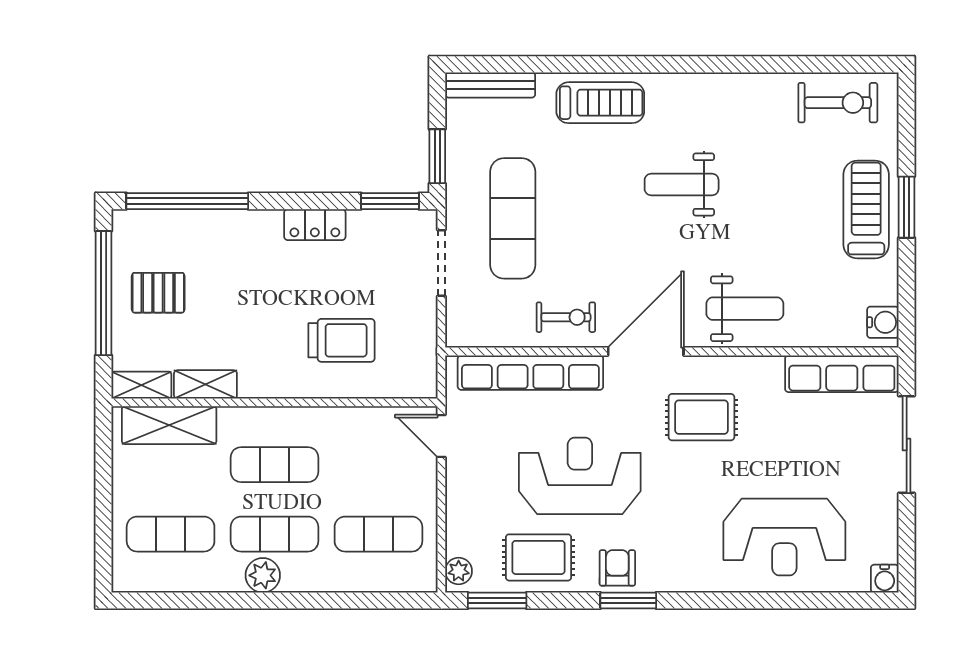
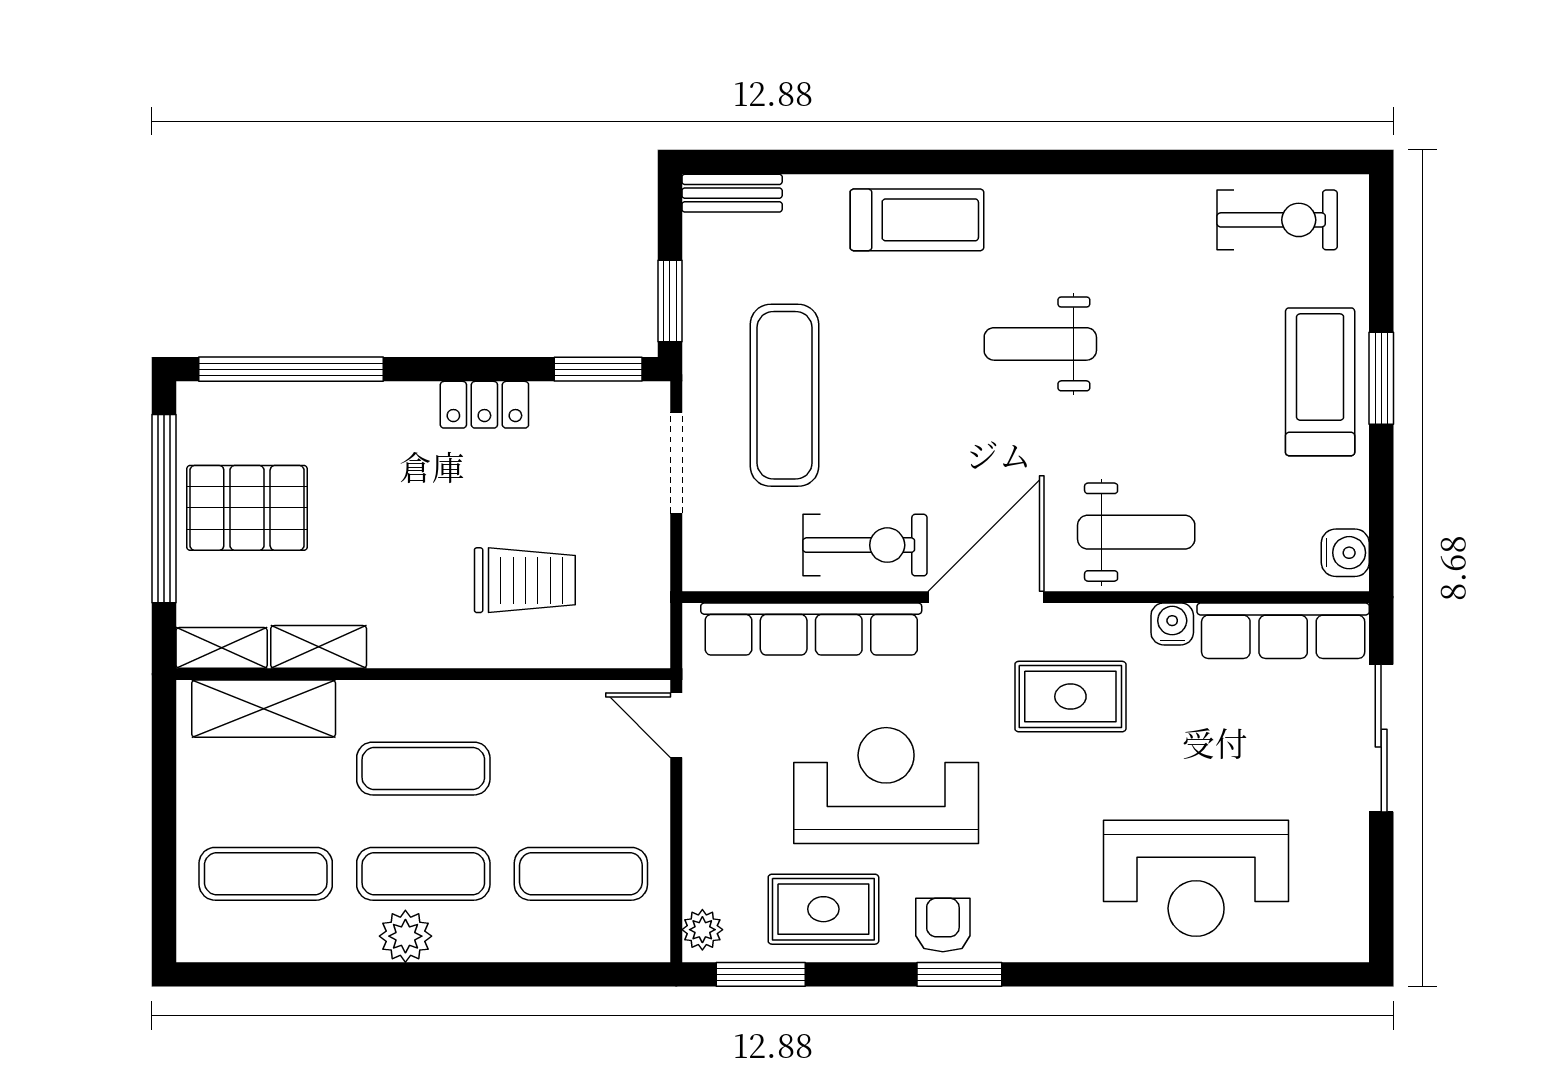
bench: (490, 85) -> (732, 193), width x0.73
pallet: (158, 293) -> (247, 508), width x1.50, depth x1.42
exercise bike: (566, 317) -> (865, 545), width x1.38, depth x1.39
water cooler: (885, 579) -> (1172, 624), moved, turned 180

